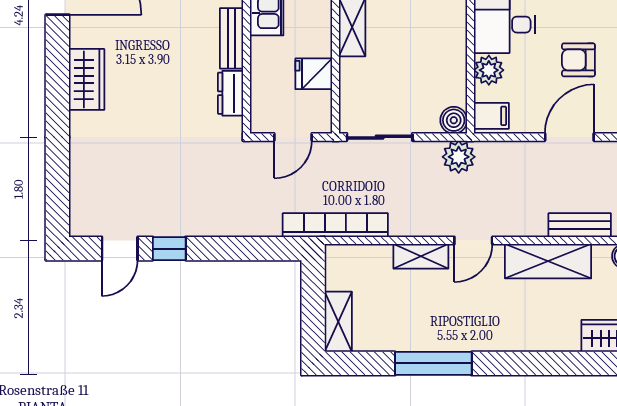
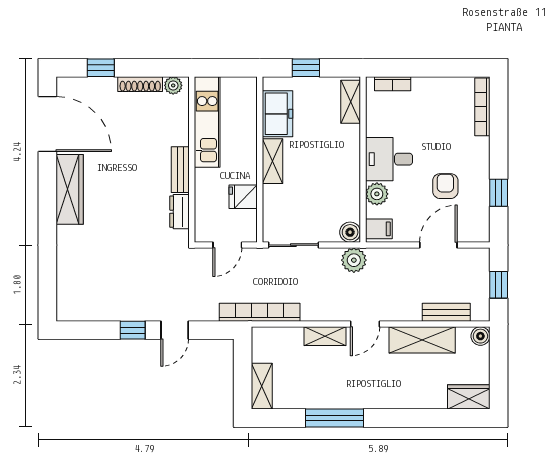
armchair: (578, 60) -> (445, 186), turned 90
wardrobe: (87, 79) -> (70, 189), width x1.50
door: (120, 249) -> (175, 330), moved

